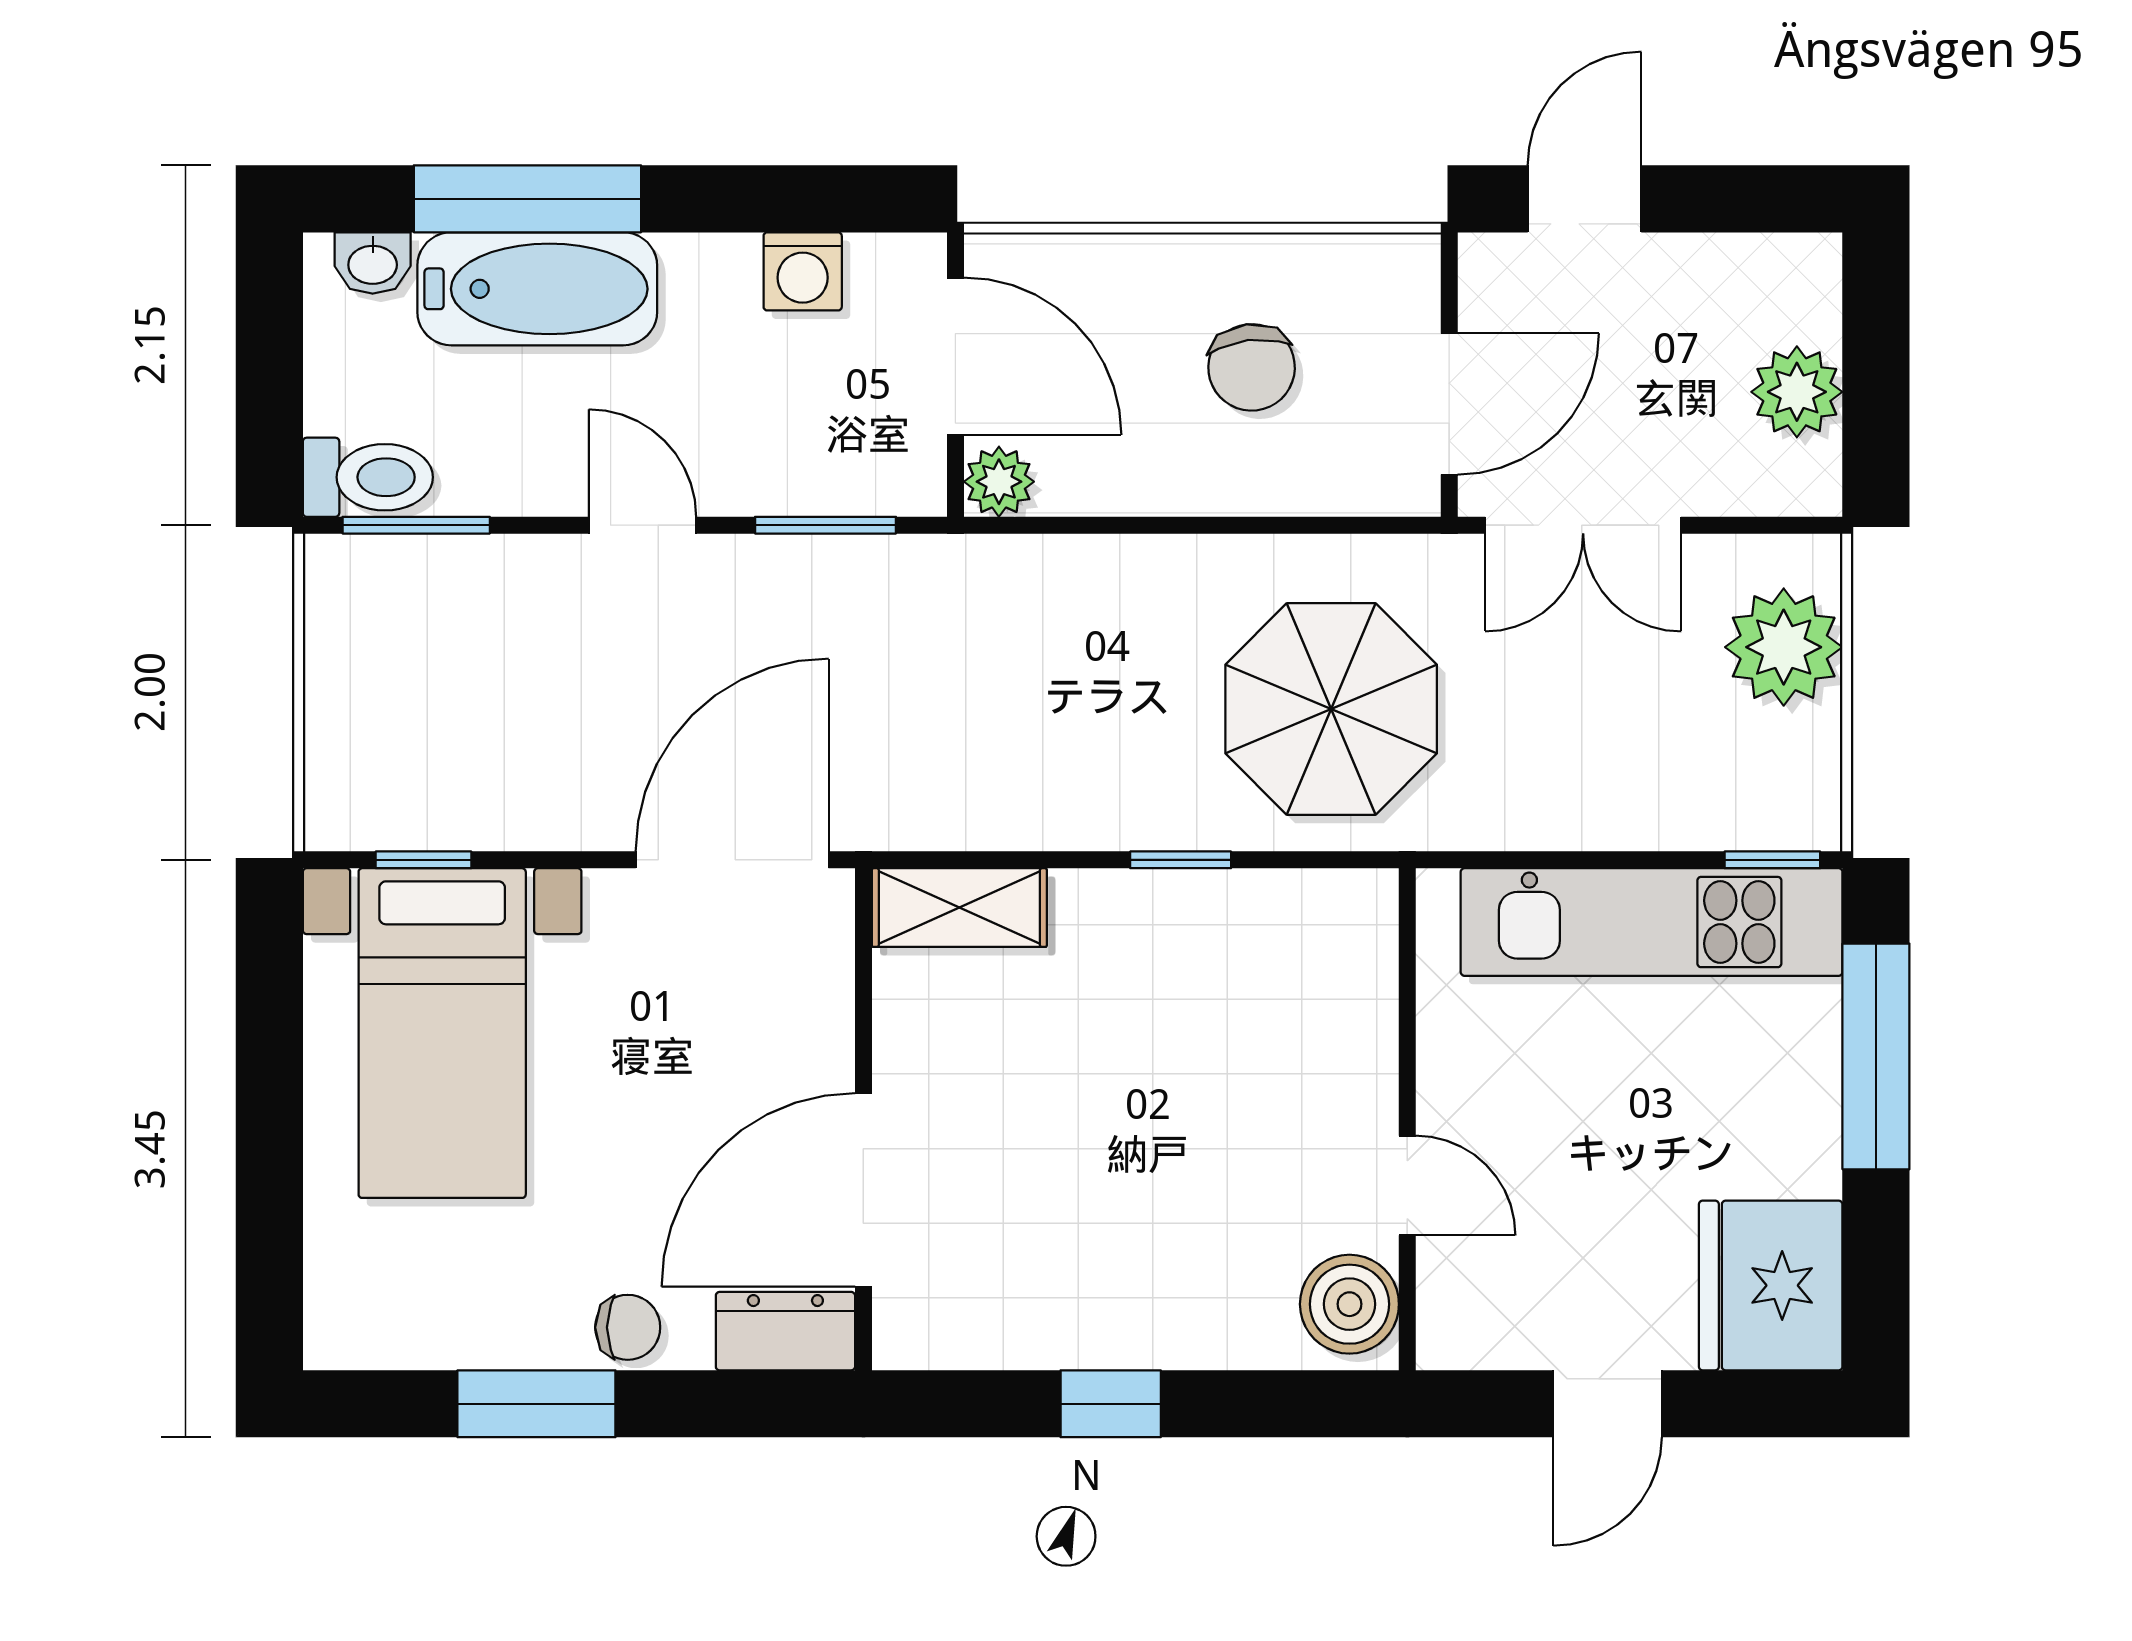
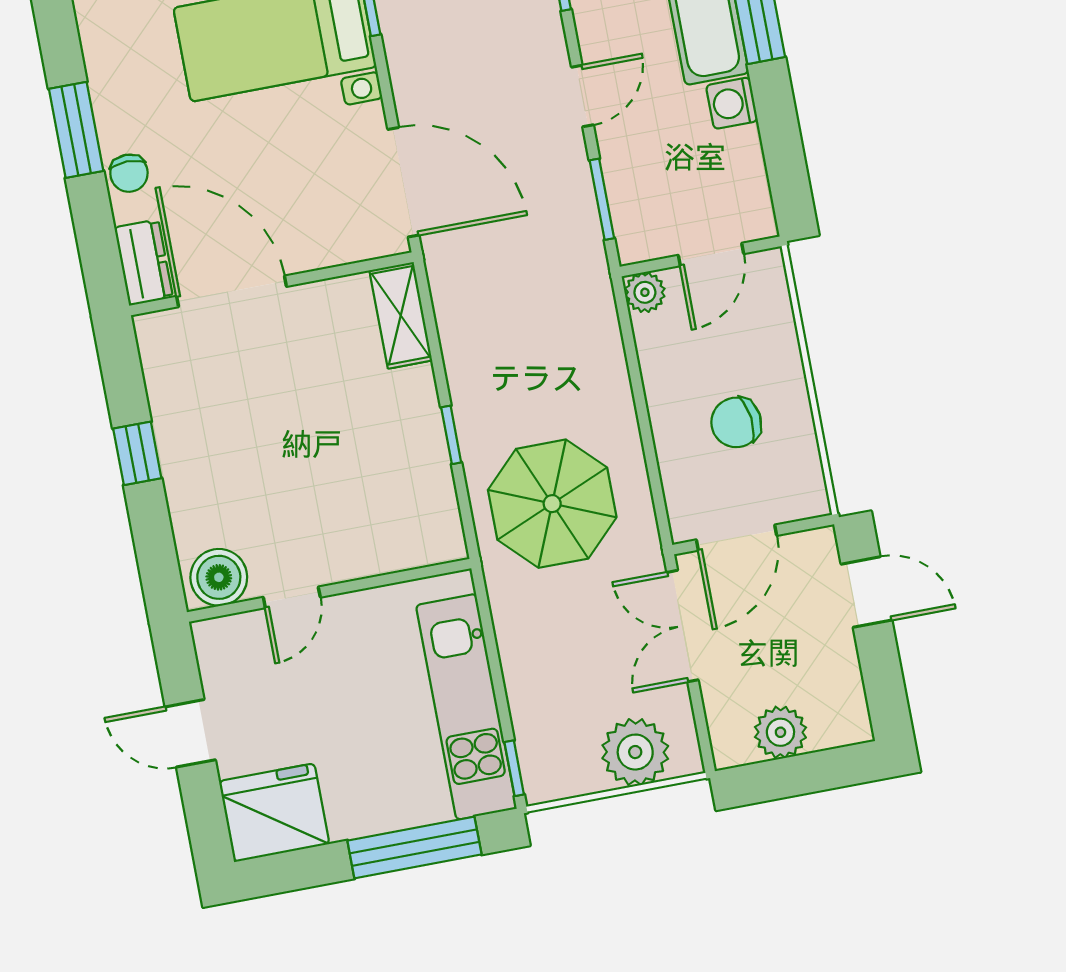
washing machine: (803, 271) -> (732, 103), moved
door: (955, 356) -> (711, 254), width x0.73
door: (1449, 404) -> (737, 538), hinge flipped

